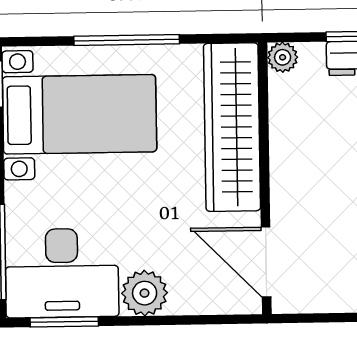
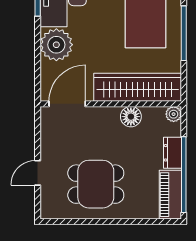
floor lamp: (289, 139) -> (131, 117), added
plant: (145, 293) -> (56, 45), width x1.36, depth x1.36

